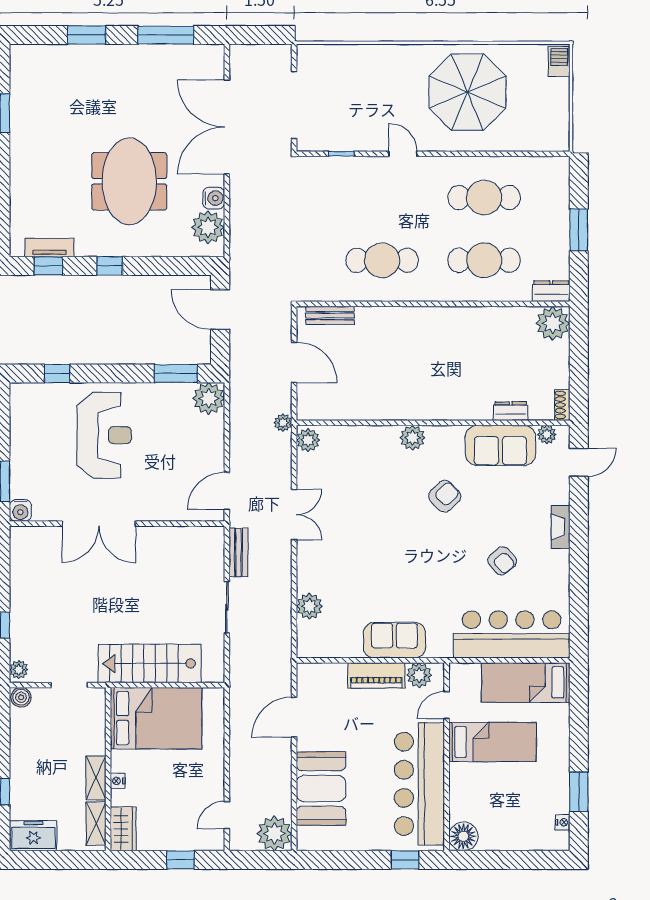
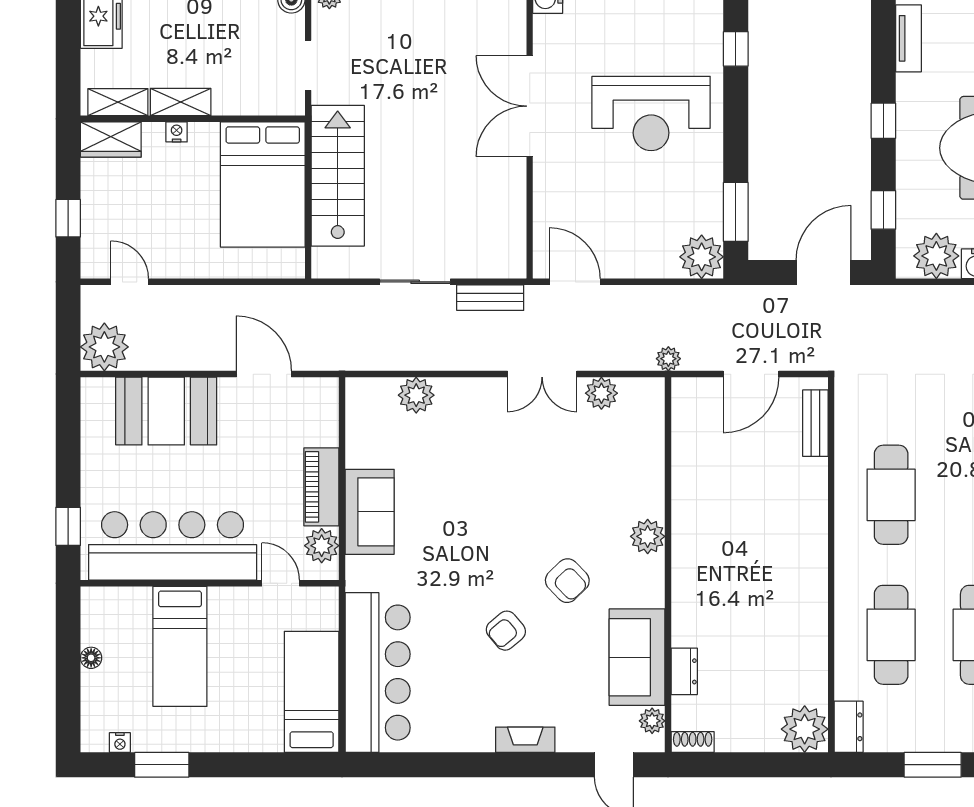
window: (48, 266) -> (883, 210), moved
plant: (308, 440) -> (601, 393), moved
armchair: (502, 561) -> (506, 631), moved
bed: (493, 742) -> (180, 646), moved
floor lamp: (463, 836) -> (91, 658), moved, width x0.53, depth x0.53

